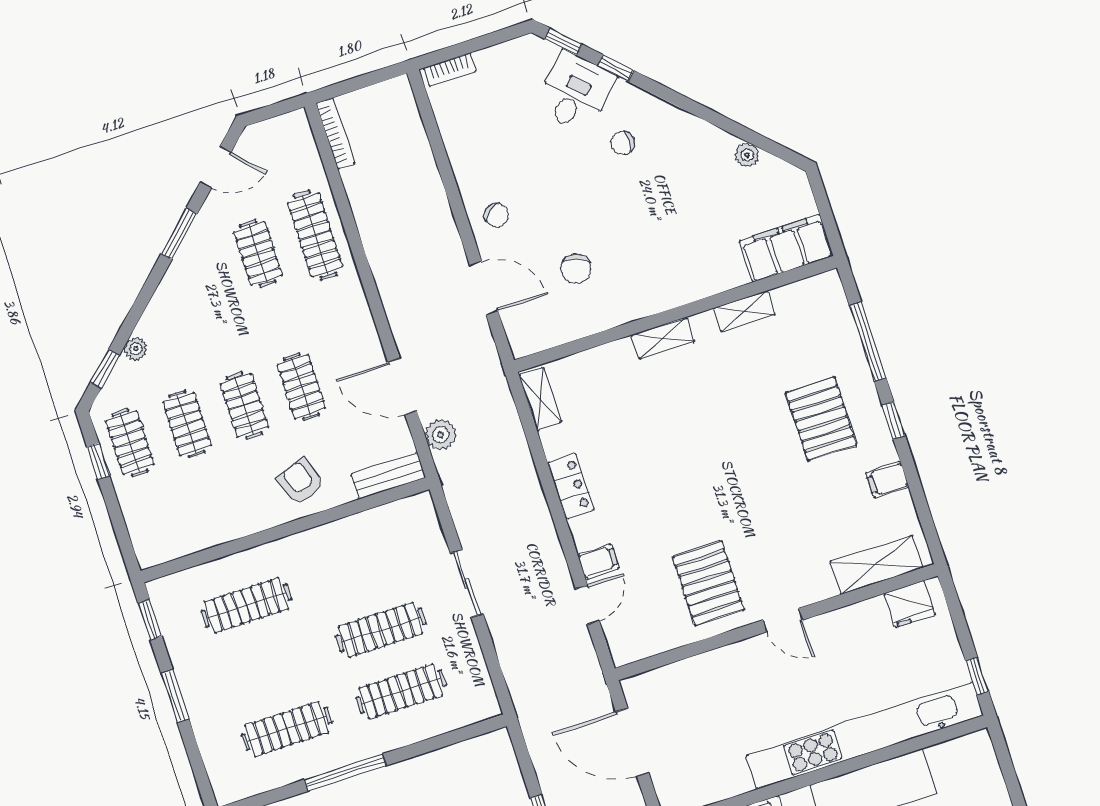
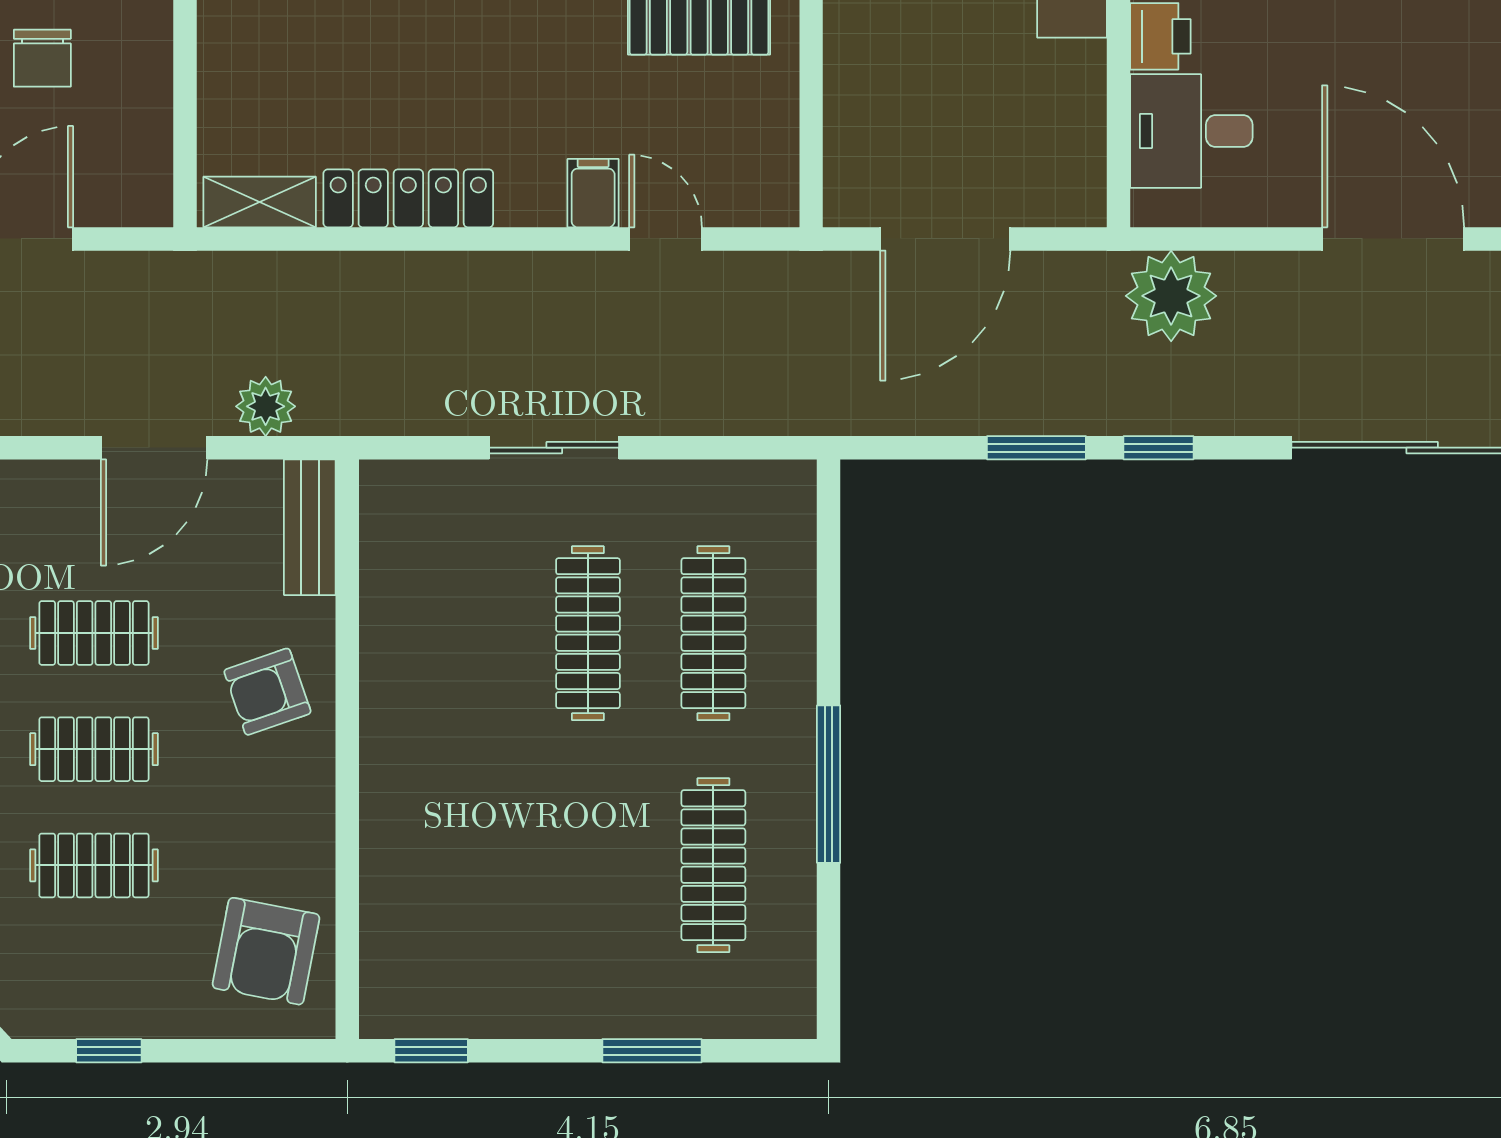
chair: (576, 269) -> (42, 58), turned 73
clothes rail: (130, 443) -> (94, 982), removed
locker: (571, 486) -> (408, 198), width x1.53
armchair: (172, 522) -> (266, 951), added
clothes rail: (246, 605) -> (462, 865), removed
window: (175, 696) -> (652, 1051), moved

